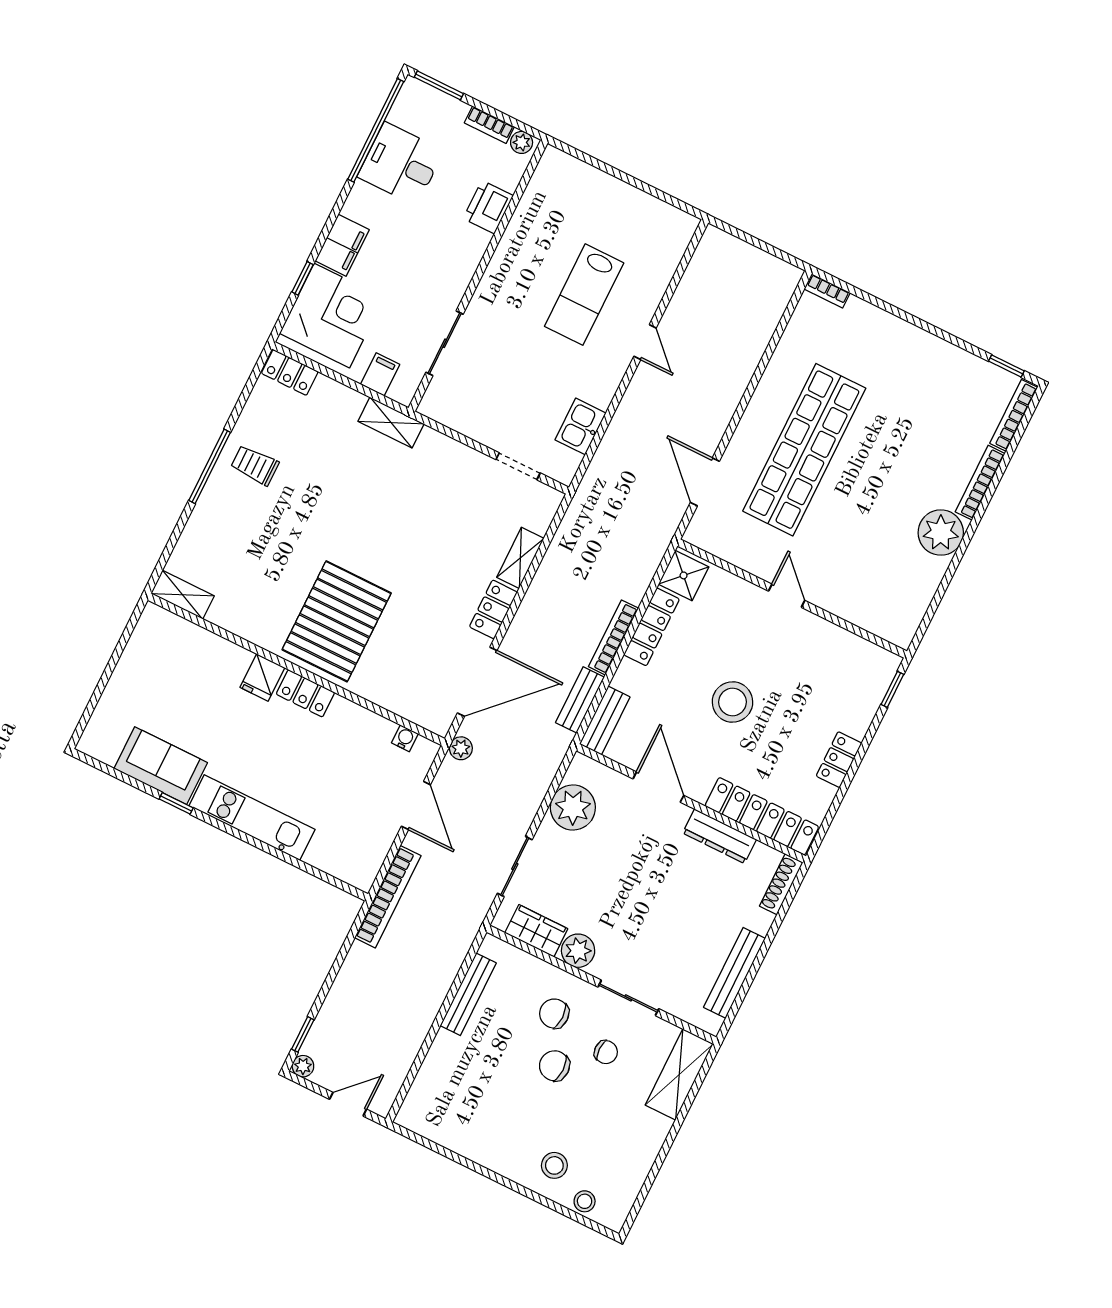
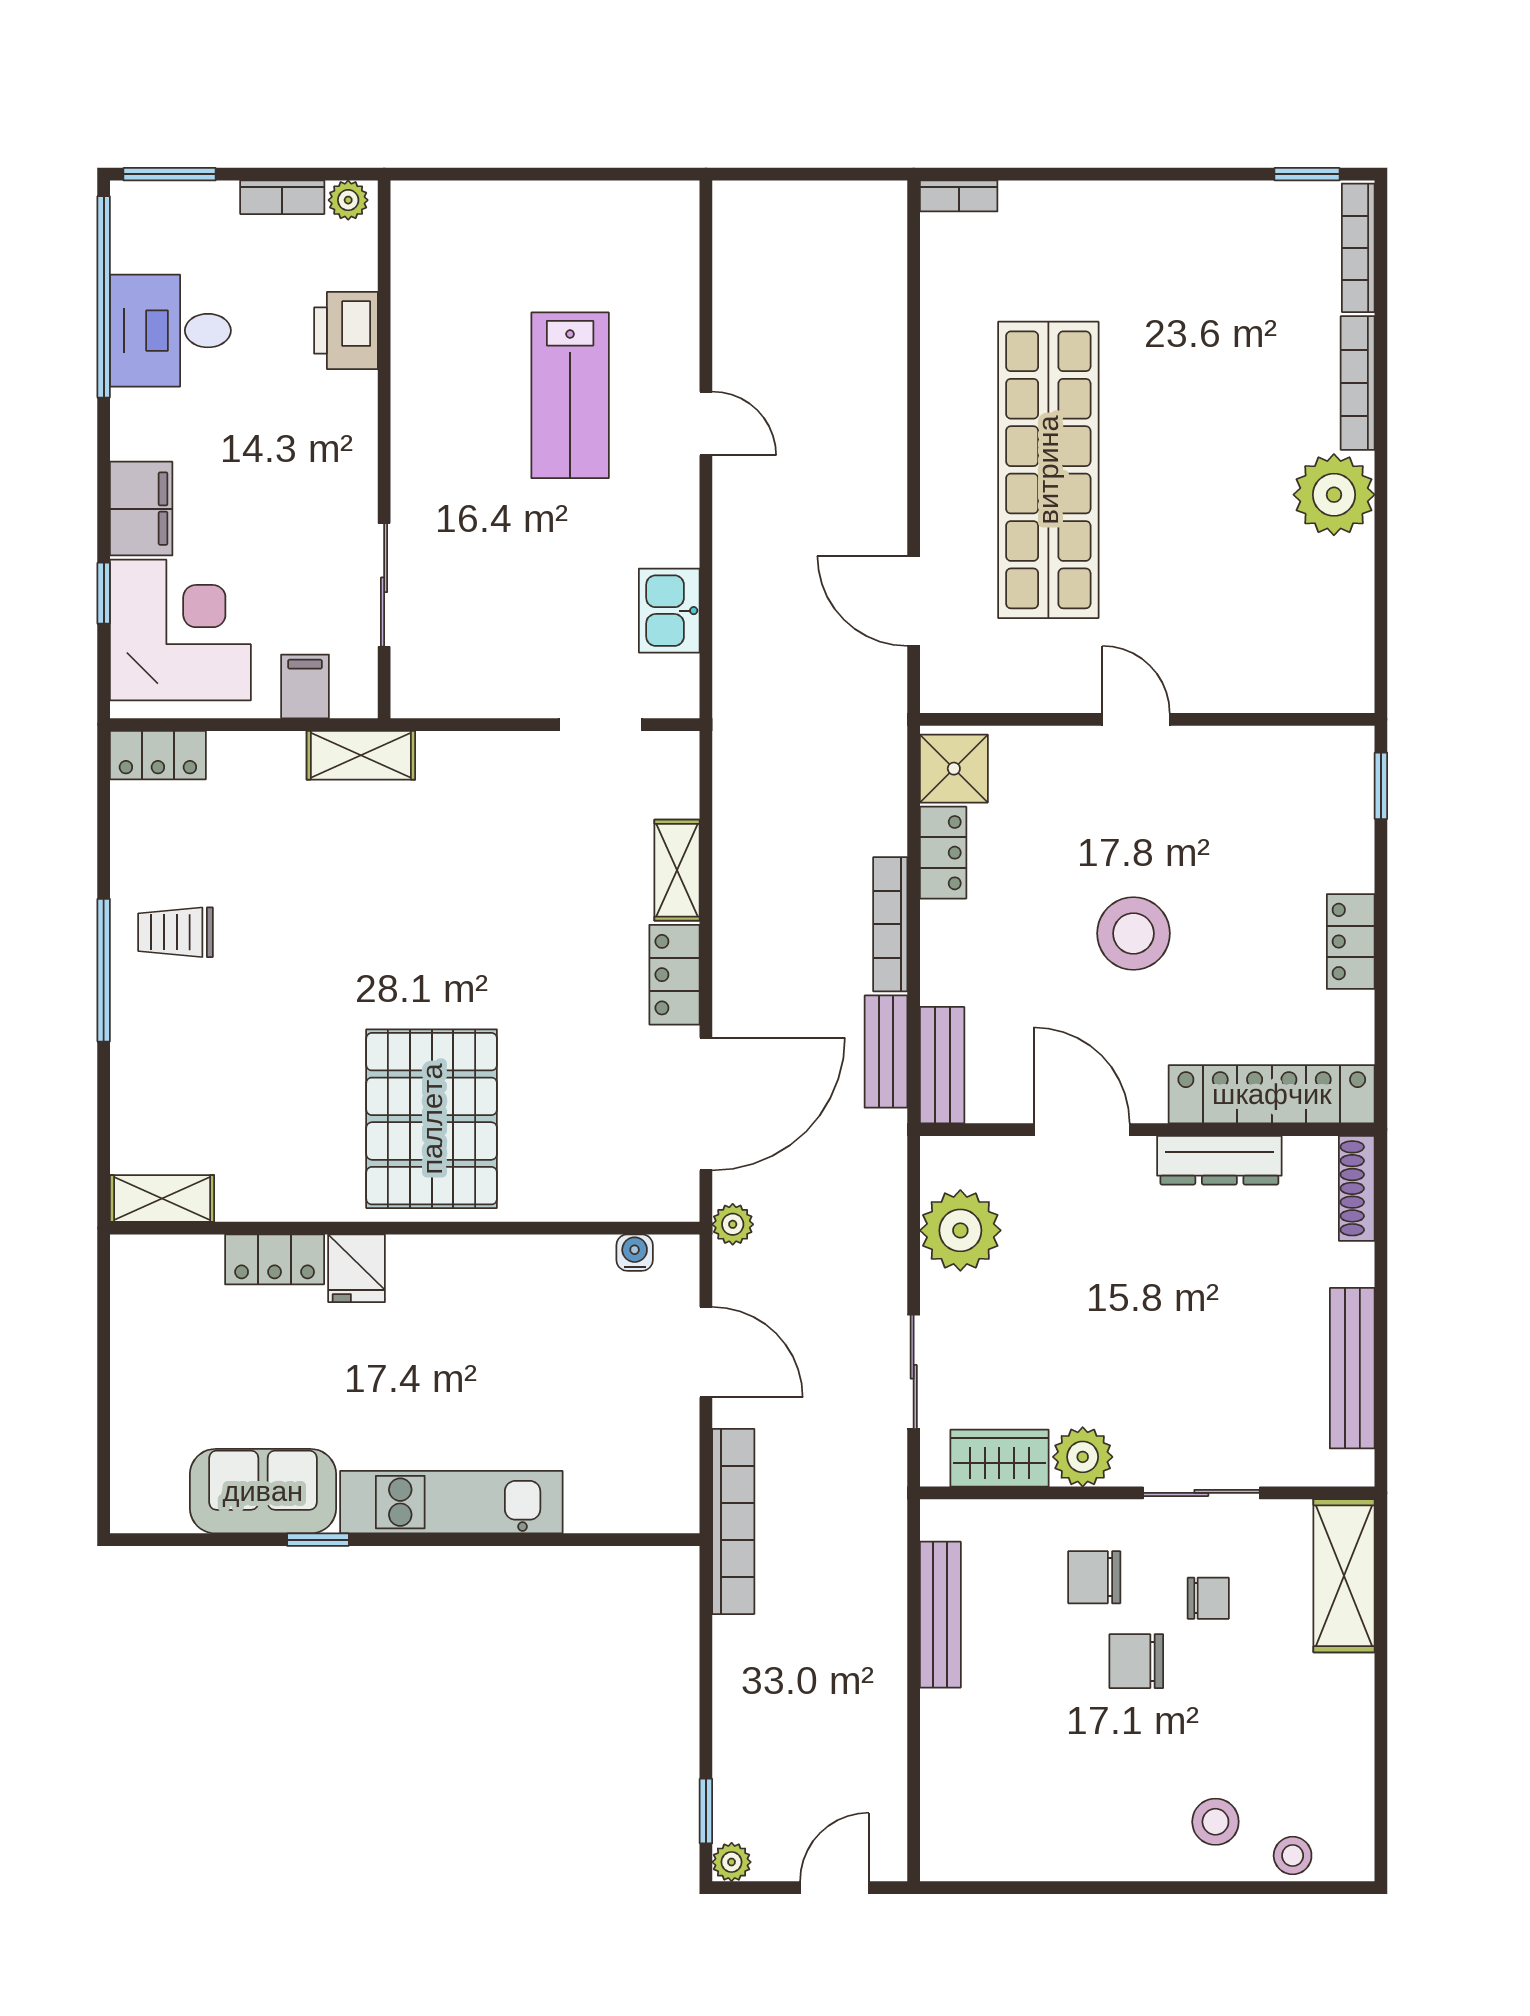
locker: (652, 627) -> (943, 853), width x0.66
locker: (305, 693) -> (275, 1259), moved

